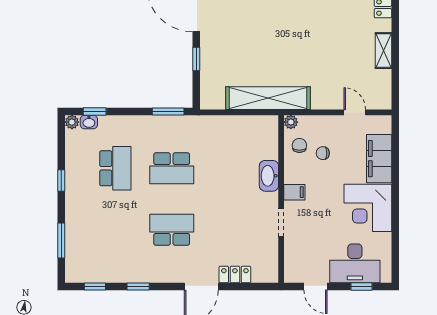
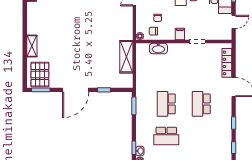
shelving: (268, 98) -> (126, 57), width x0.68
school desk: (115, 168) -> (166, 136), turned 180
school desk: (172, 168) -> (166, 104), turned 180
washbasin: (269, 176) -> (158, 49), moved
locker: (235, 275) -> (227, 63), width x1.53

